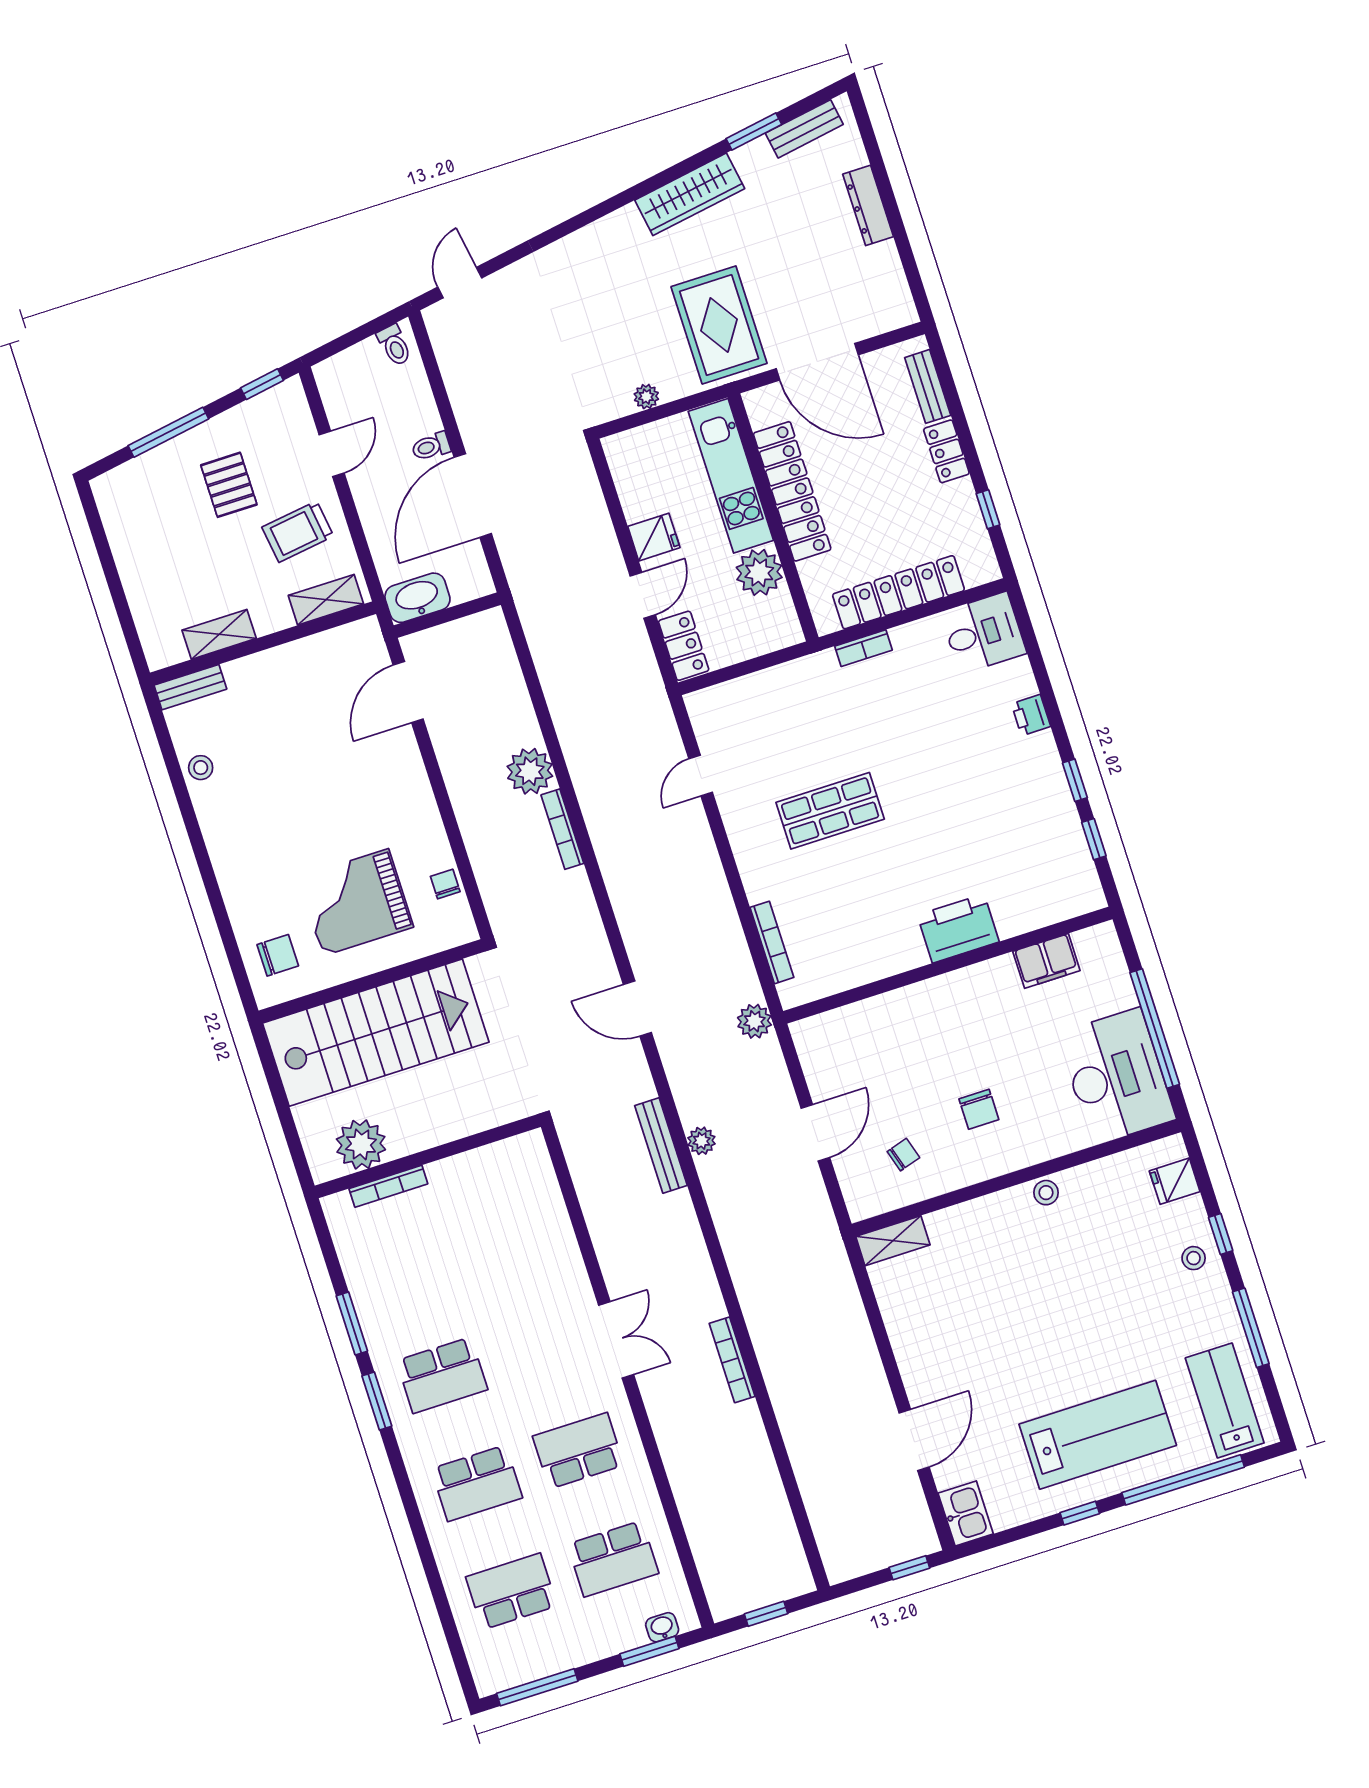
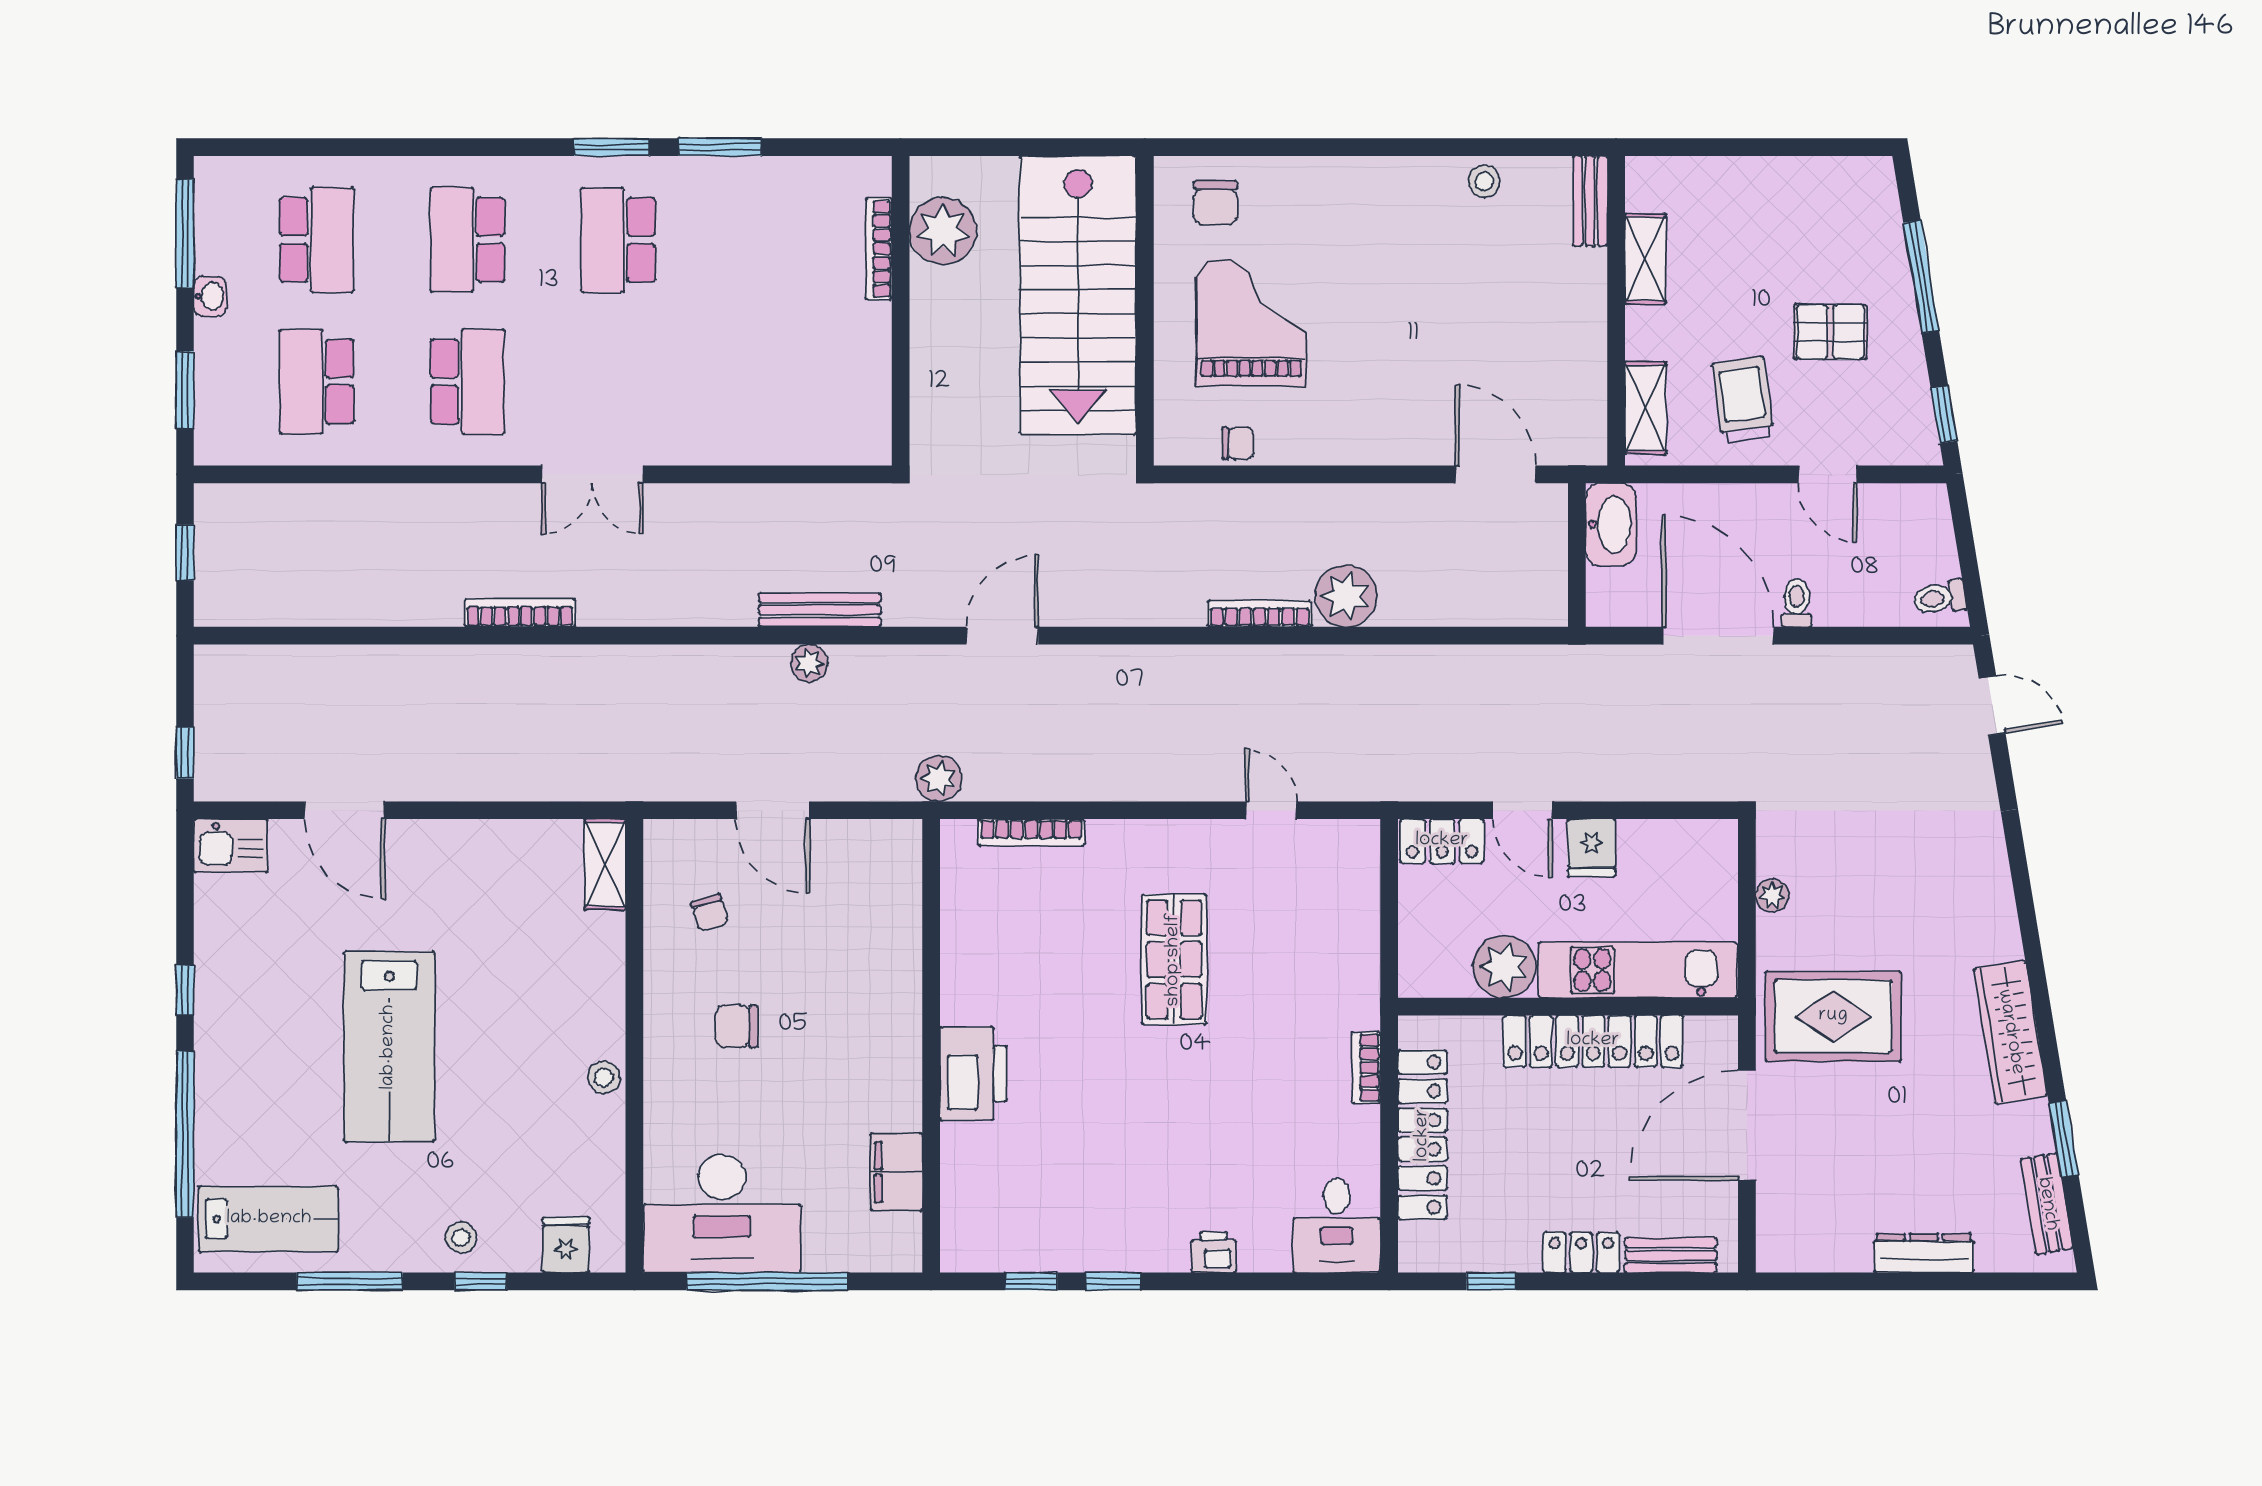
lab bench: (1098, 1435) -> (389, 1047), moved
washbasin: (662, 1627) -> (210, 296), moved

